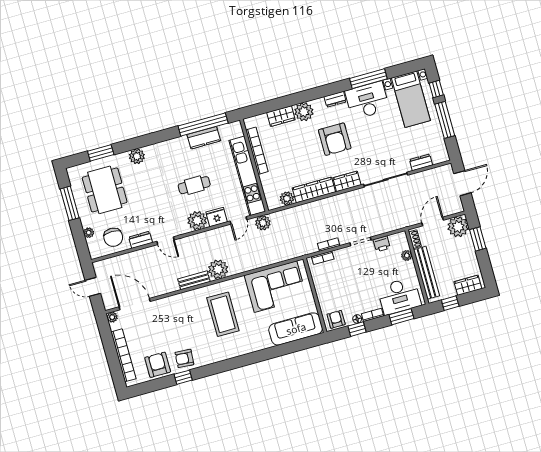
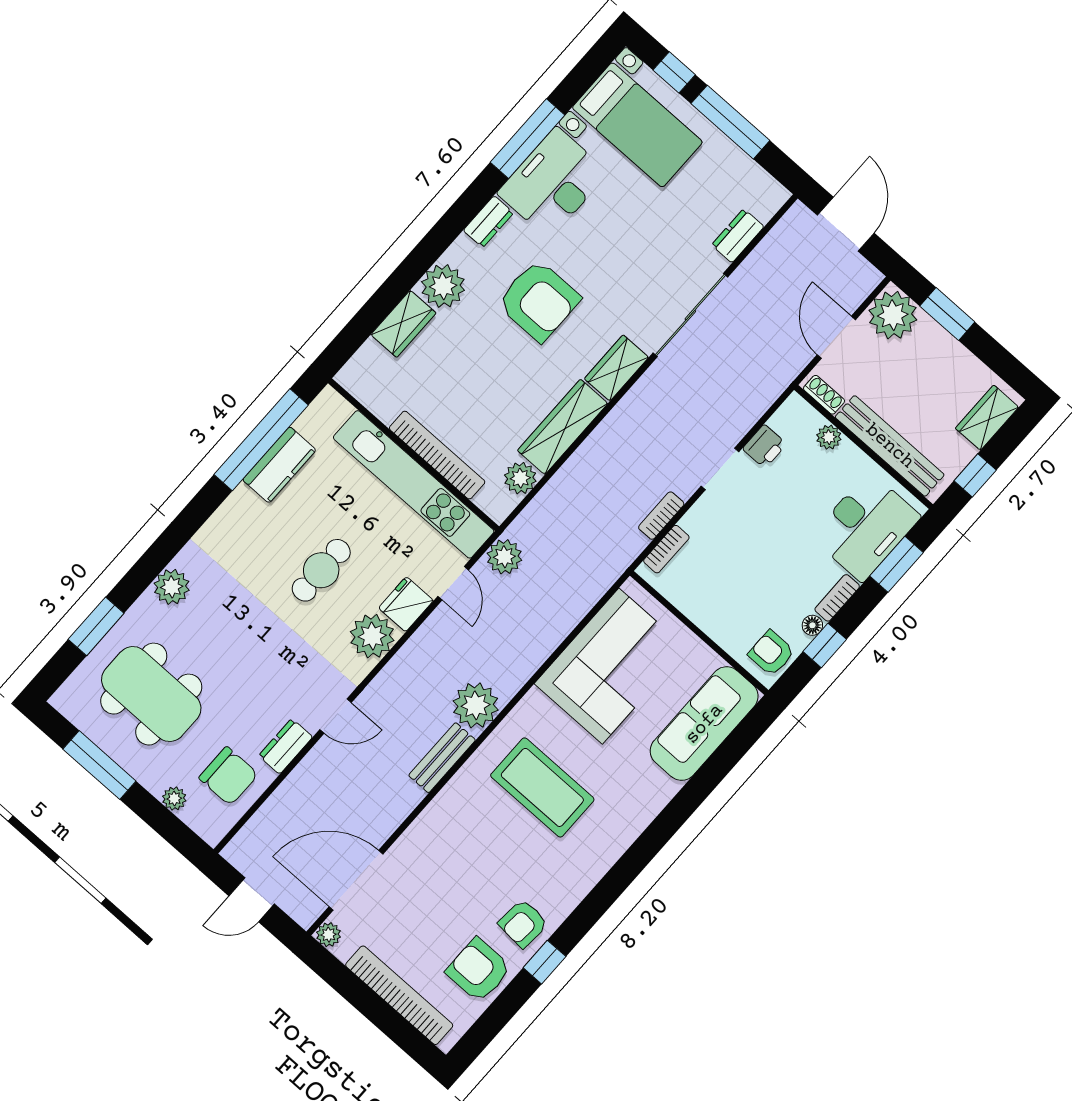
bookcase: (257, 151) -> (437, 455), moved

